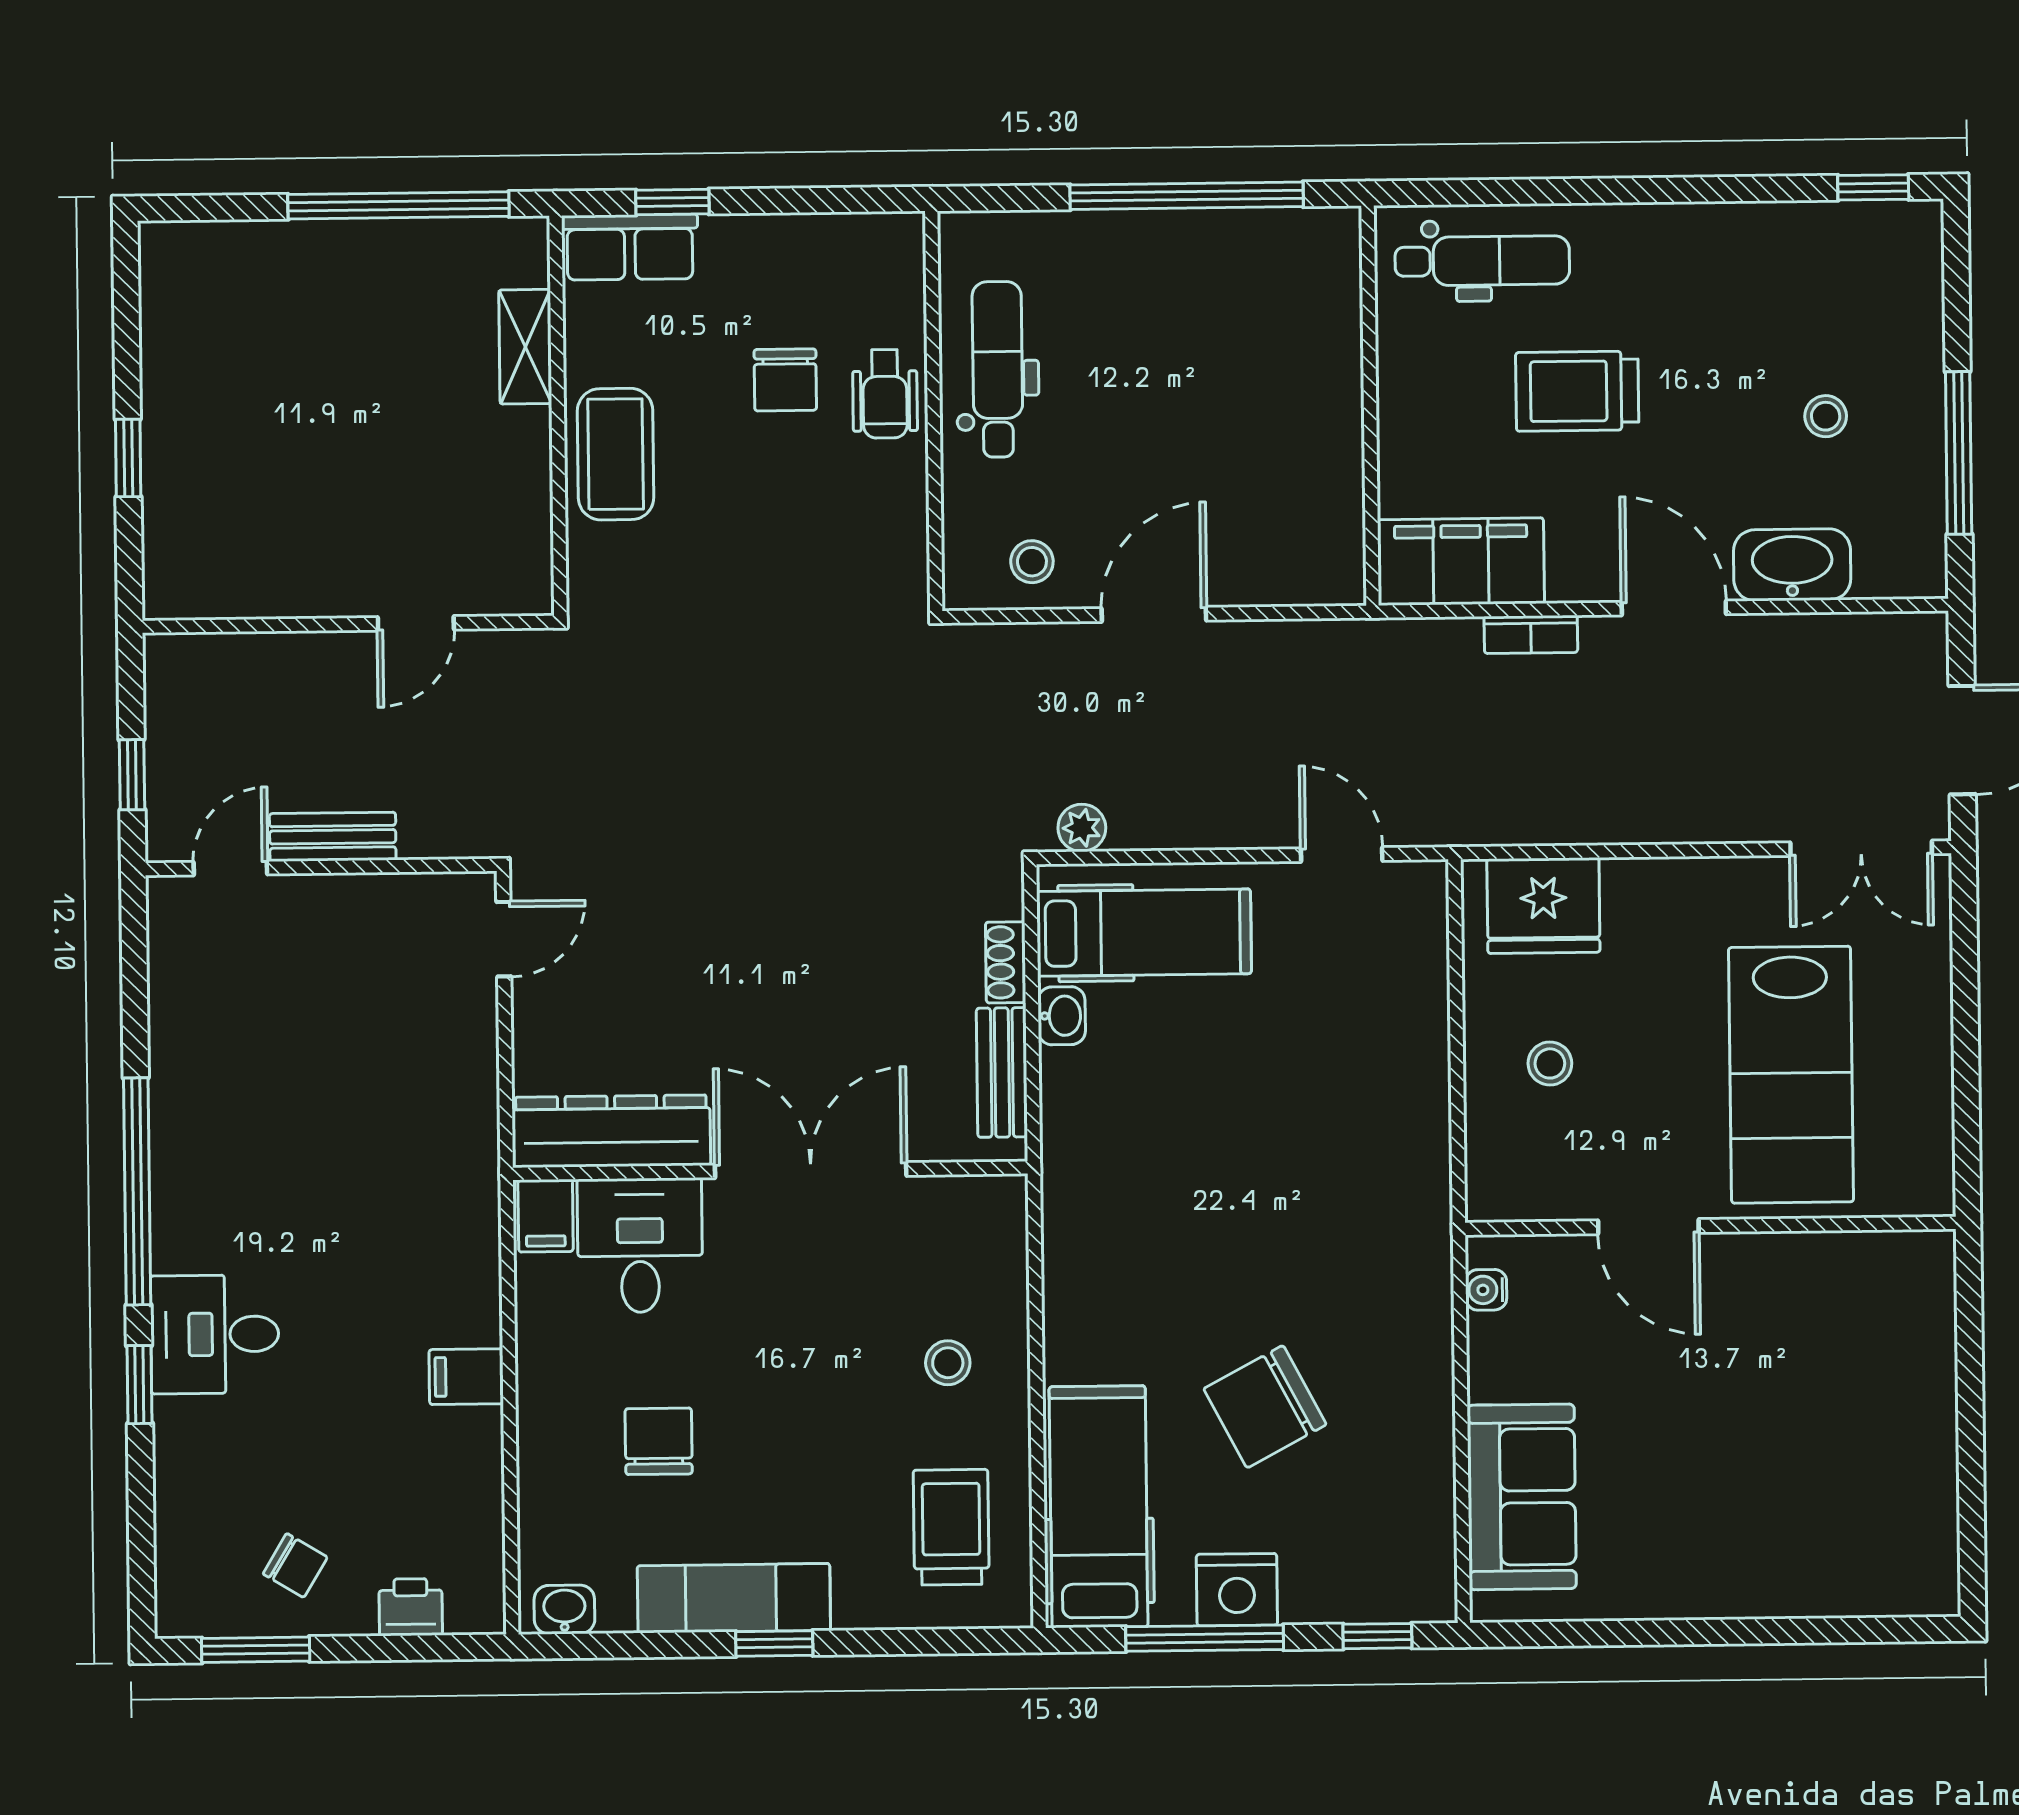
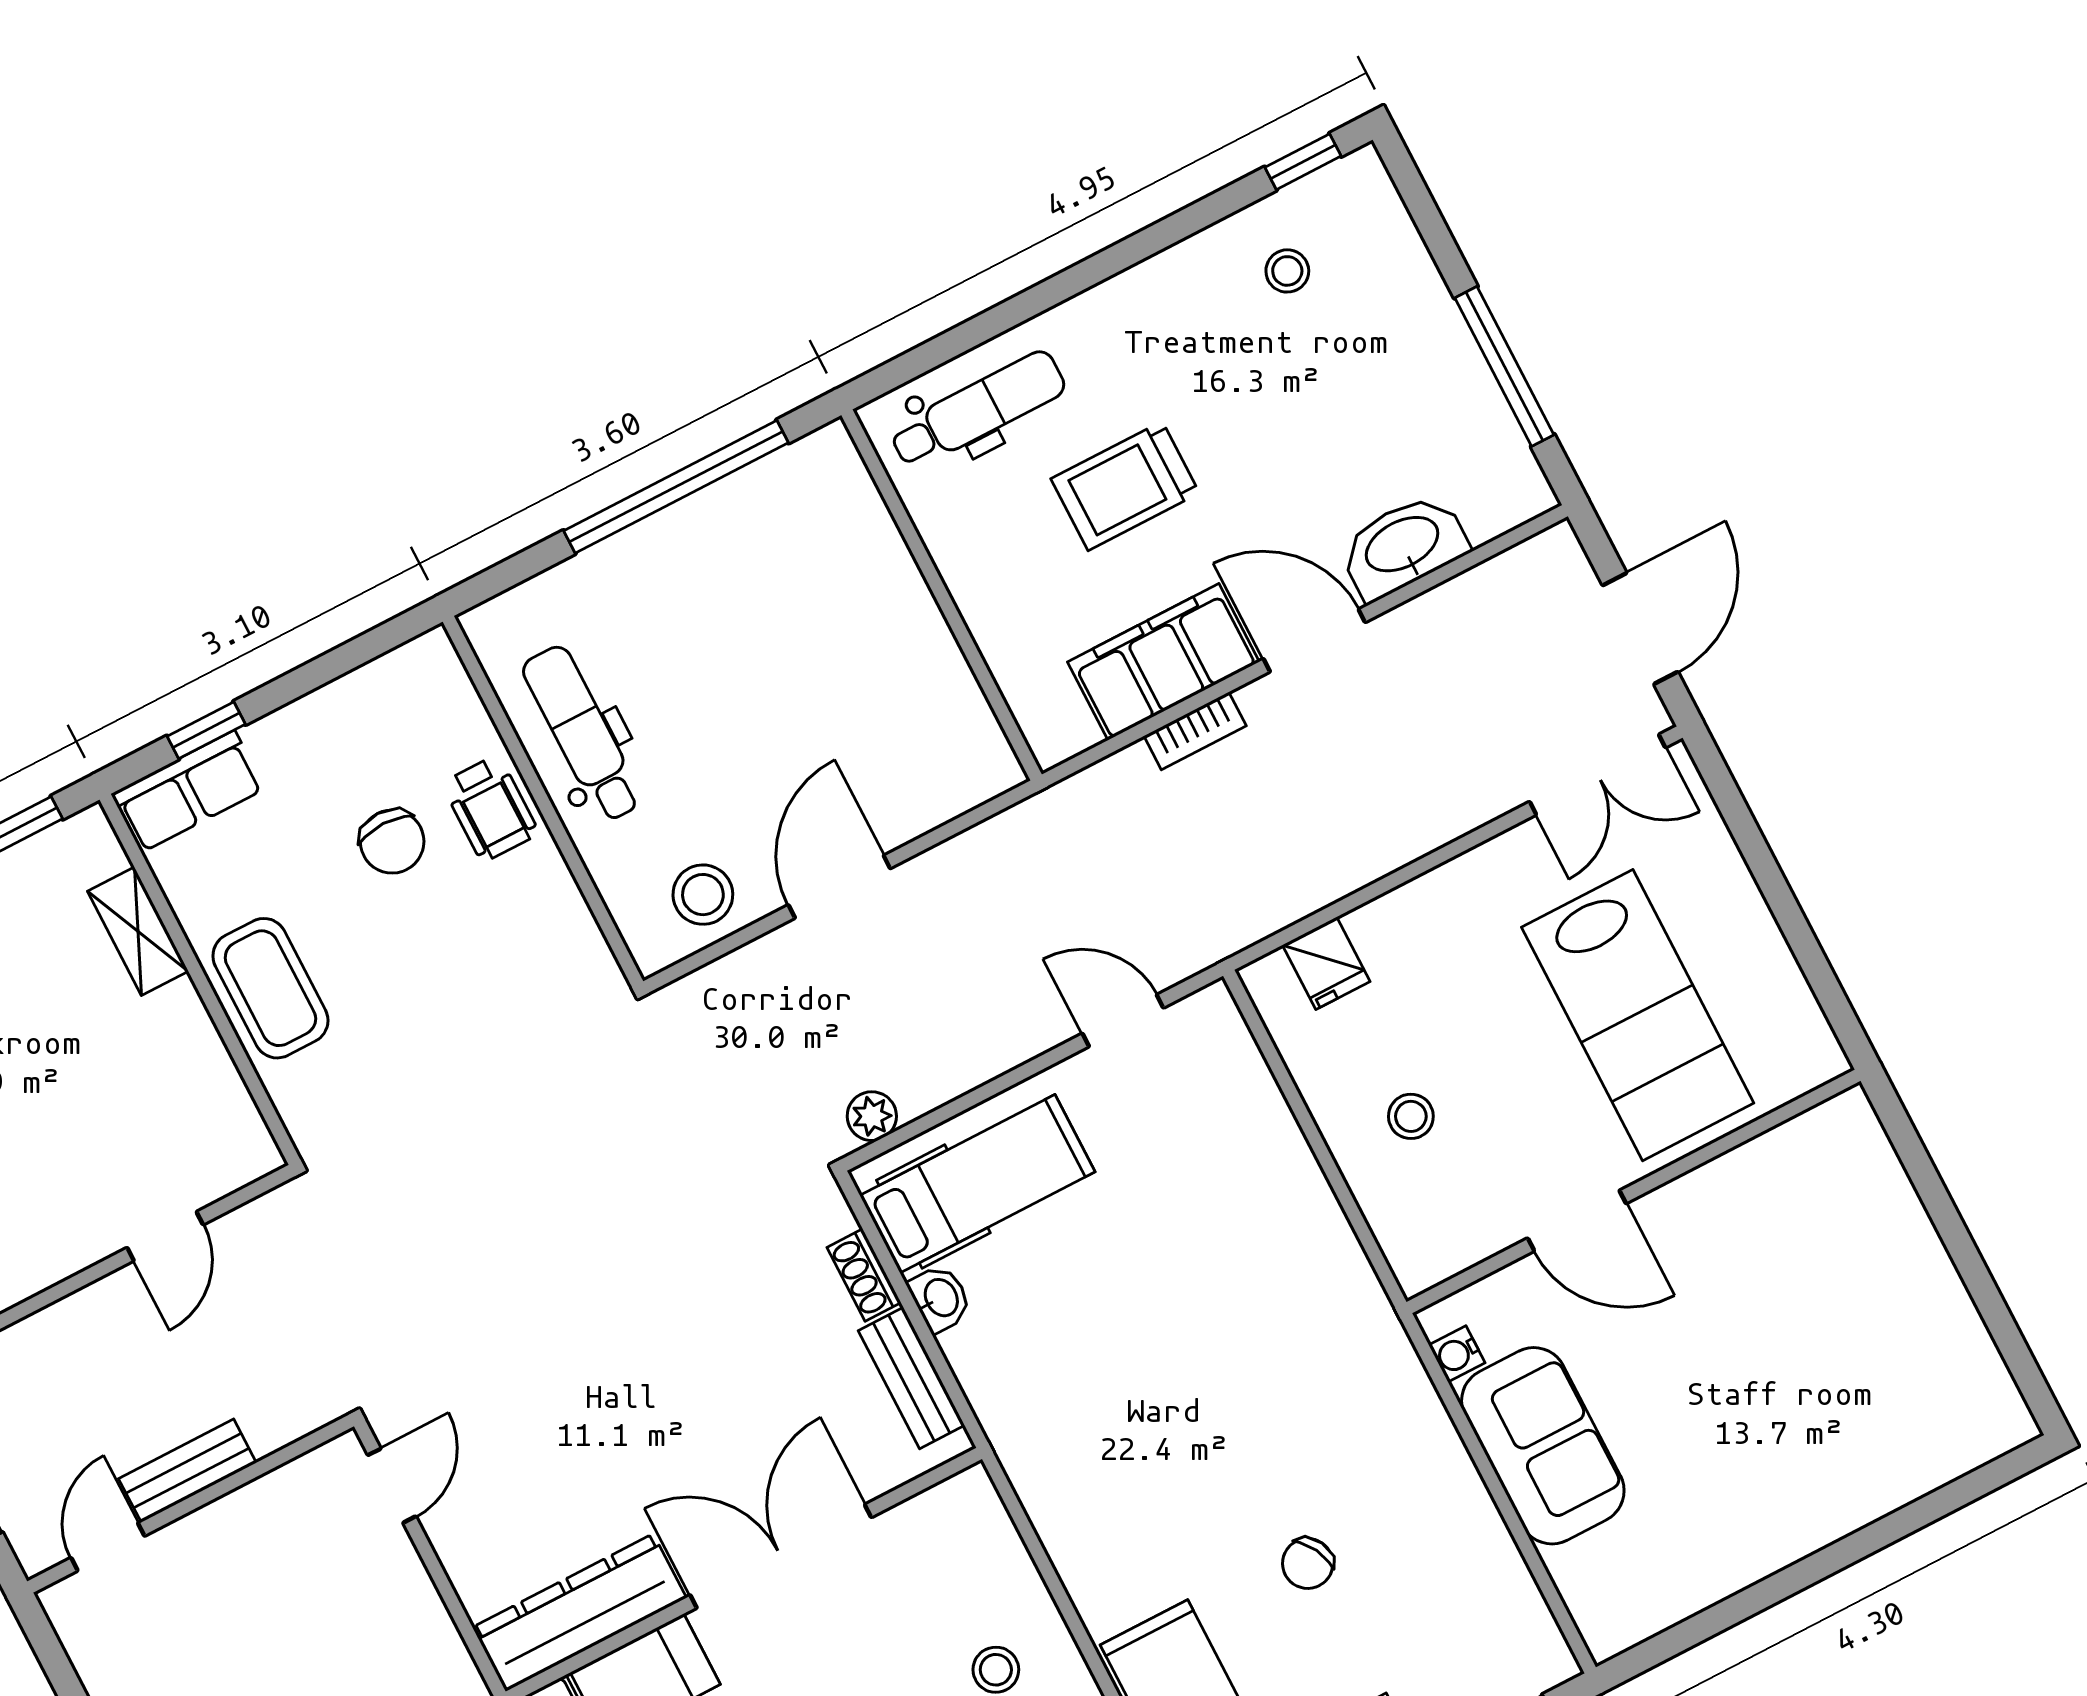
stool: (1826, 416) -> (1287, 271), moved
stool: (1032, 562) -> (703, 895), width x1.37, depth x1.37
filing cabinet: (1461, 562) -> (1163, 662), moved
fridge: (1543, 906) -> (1326, 963), width x0.53, depth x0.75
chair: (1265, 1407) -> (1308, 1563), width x0.54, depth x0.54
sofa: (1522, 1497) -> (1543, 1446), moved

